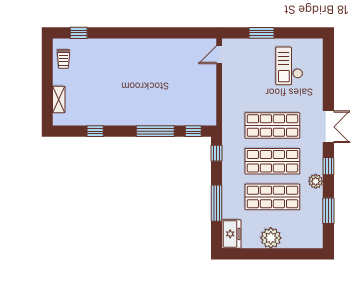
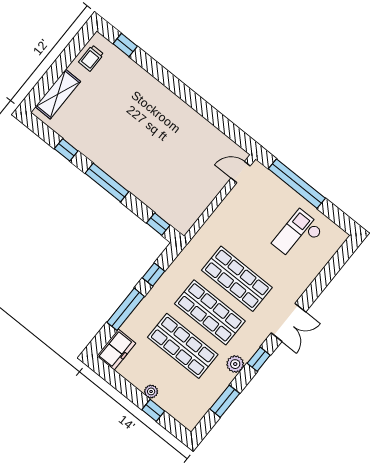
window: (261, 33) -> (297, 184), width x2.11
shelving: (59, 99) -> (58, 94), width x1.50, depth x1.33
window: (155, 131) -> (107, 183), moved
window: (216, 153) -> (154, 275), moved
plant: (271, 238) -> (151, 391), width x0.53, depth x0.53
window: (287, 254) -> (153, 410), added

